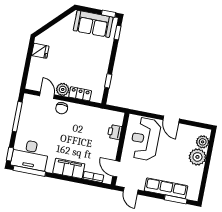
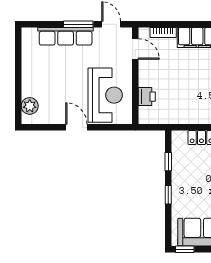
window: (118, 33) -> (168, 195), moved
plant: (197, 157) -> (33, 85), removed
window: (176, 199) -> (78, 24), moved

